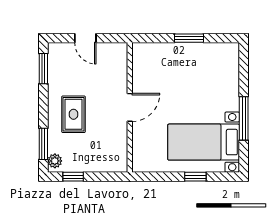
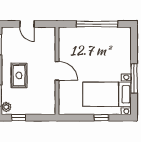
window: (189, 38) -> (97, 24), width x2.11
door: (130, 107) -> (57, 71), hinge flipped

